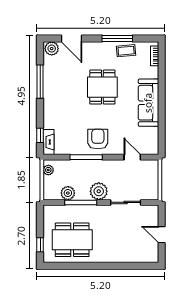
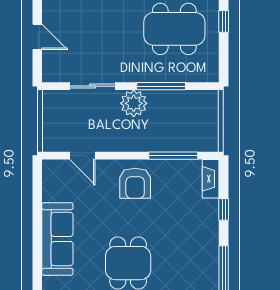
window: (40, 135) -> (224, 209), moved
window: (86, 157) -> (173, 156), moved
plant: (48, 170) -> (211, 136), removed
plant: (68, 193) -> (181, 101), removed

